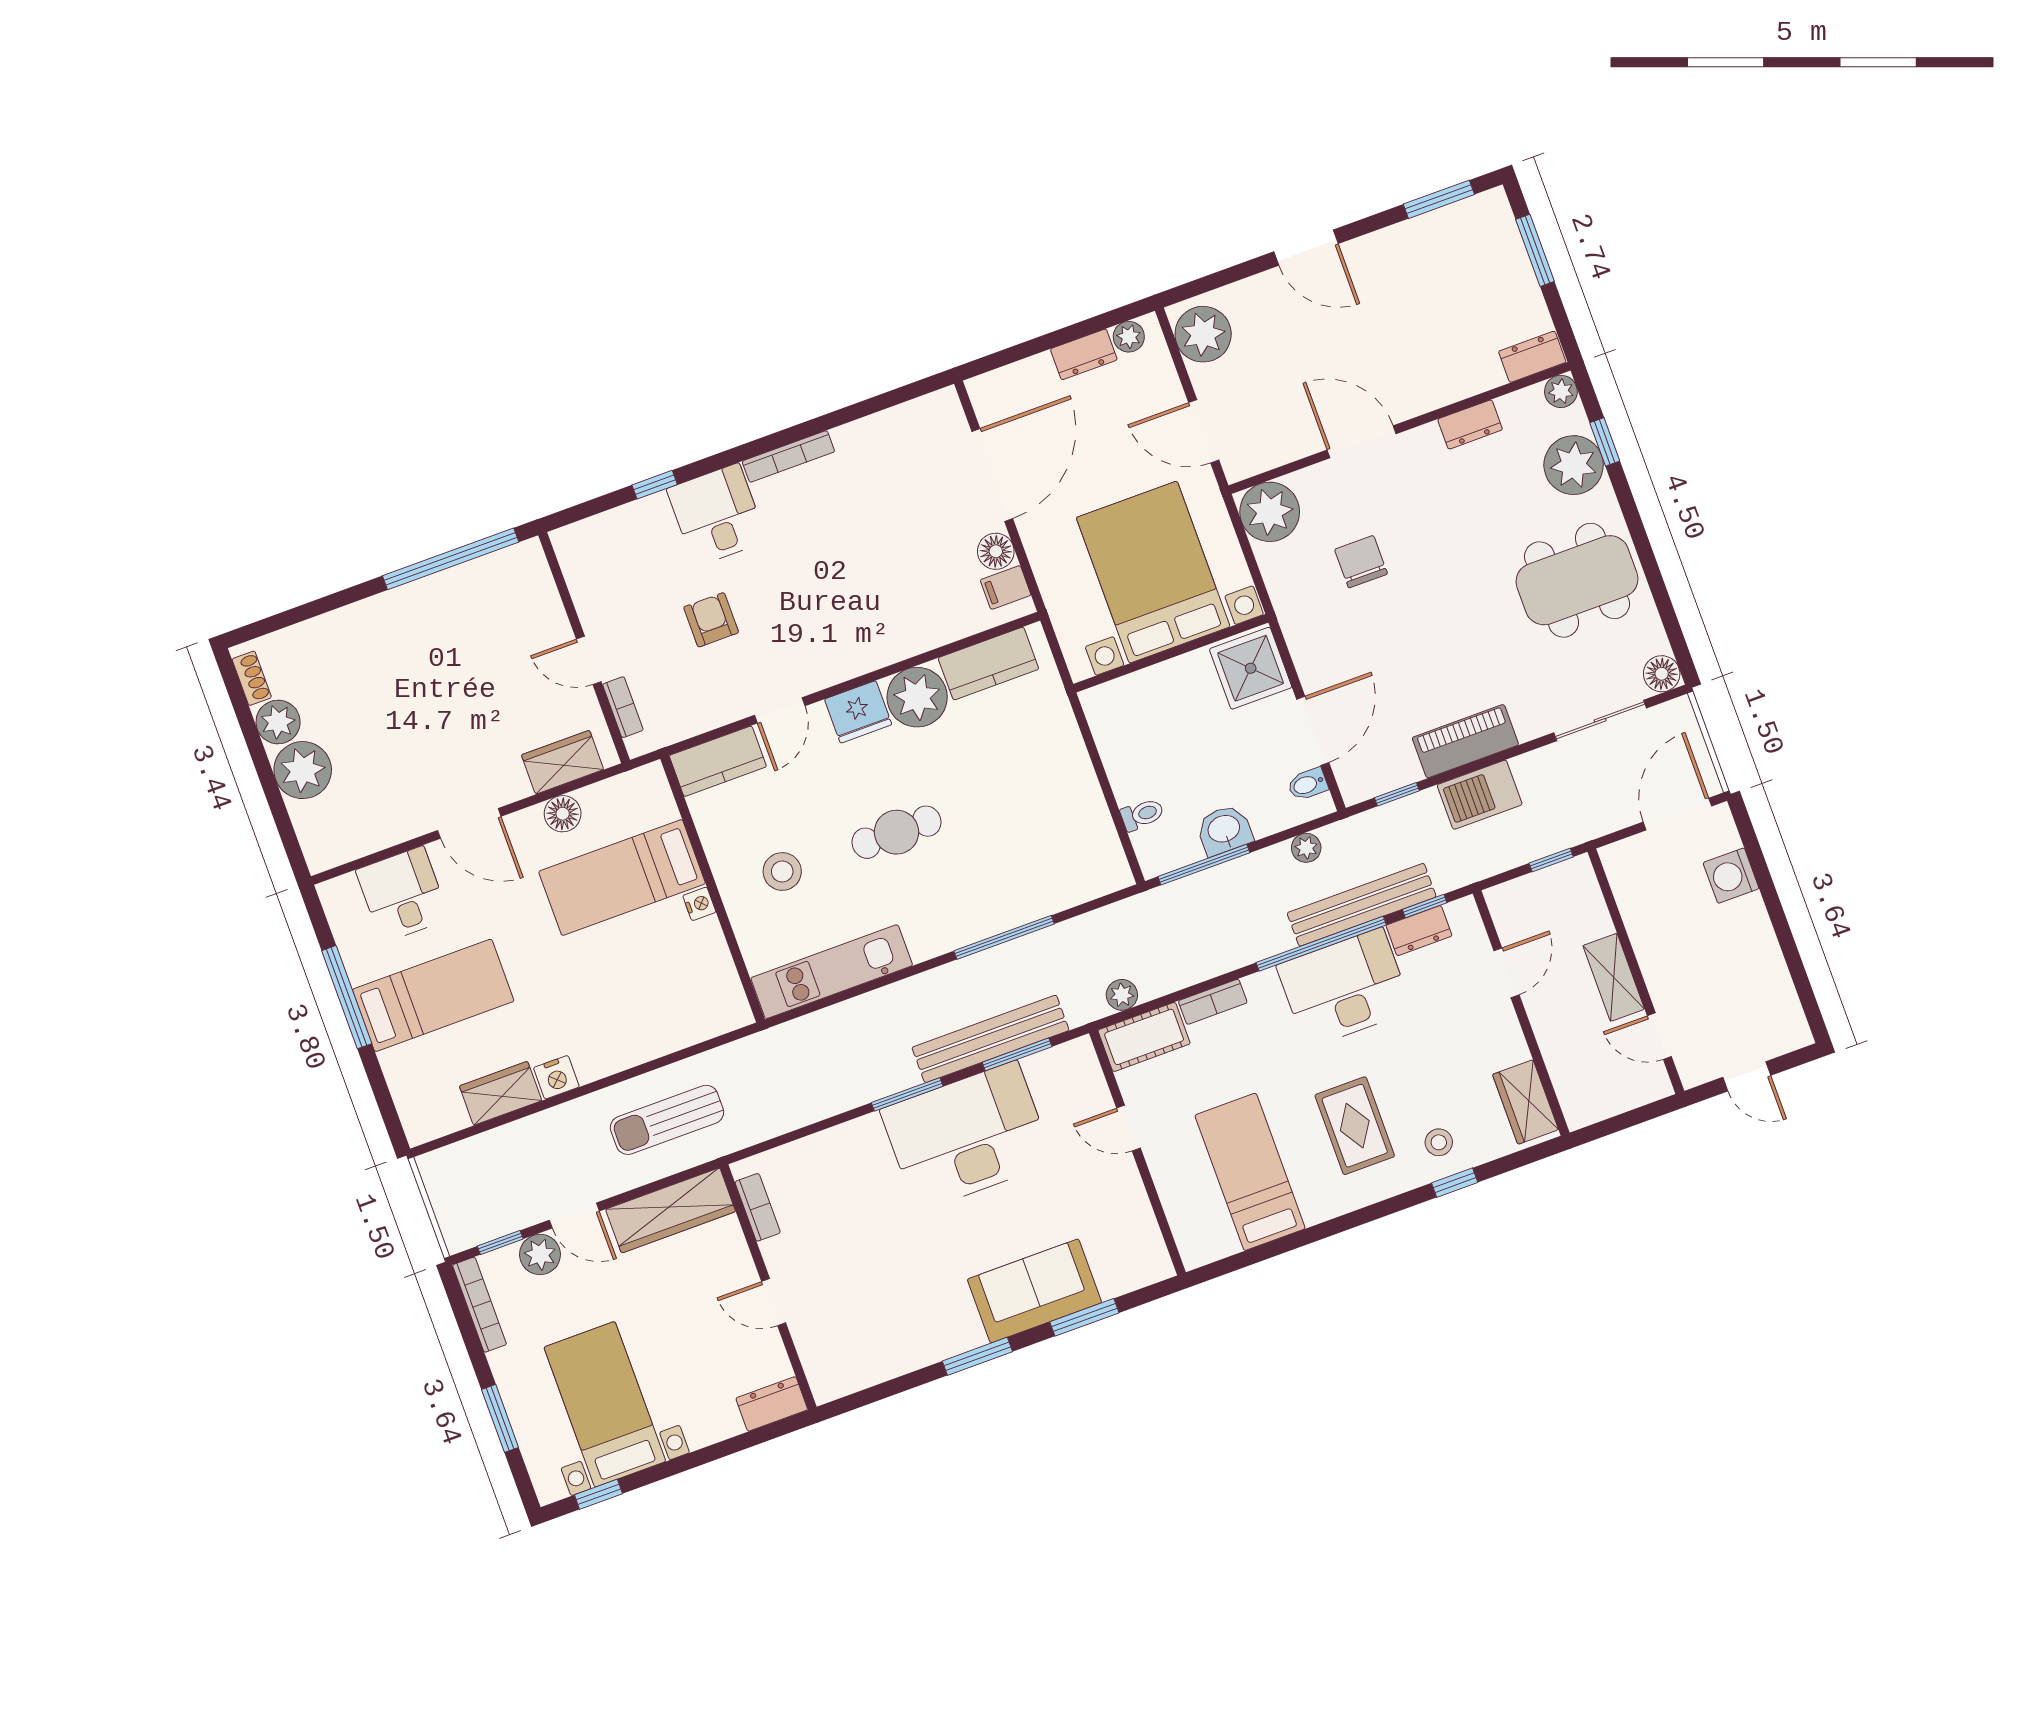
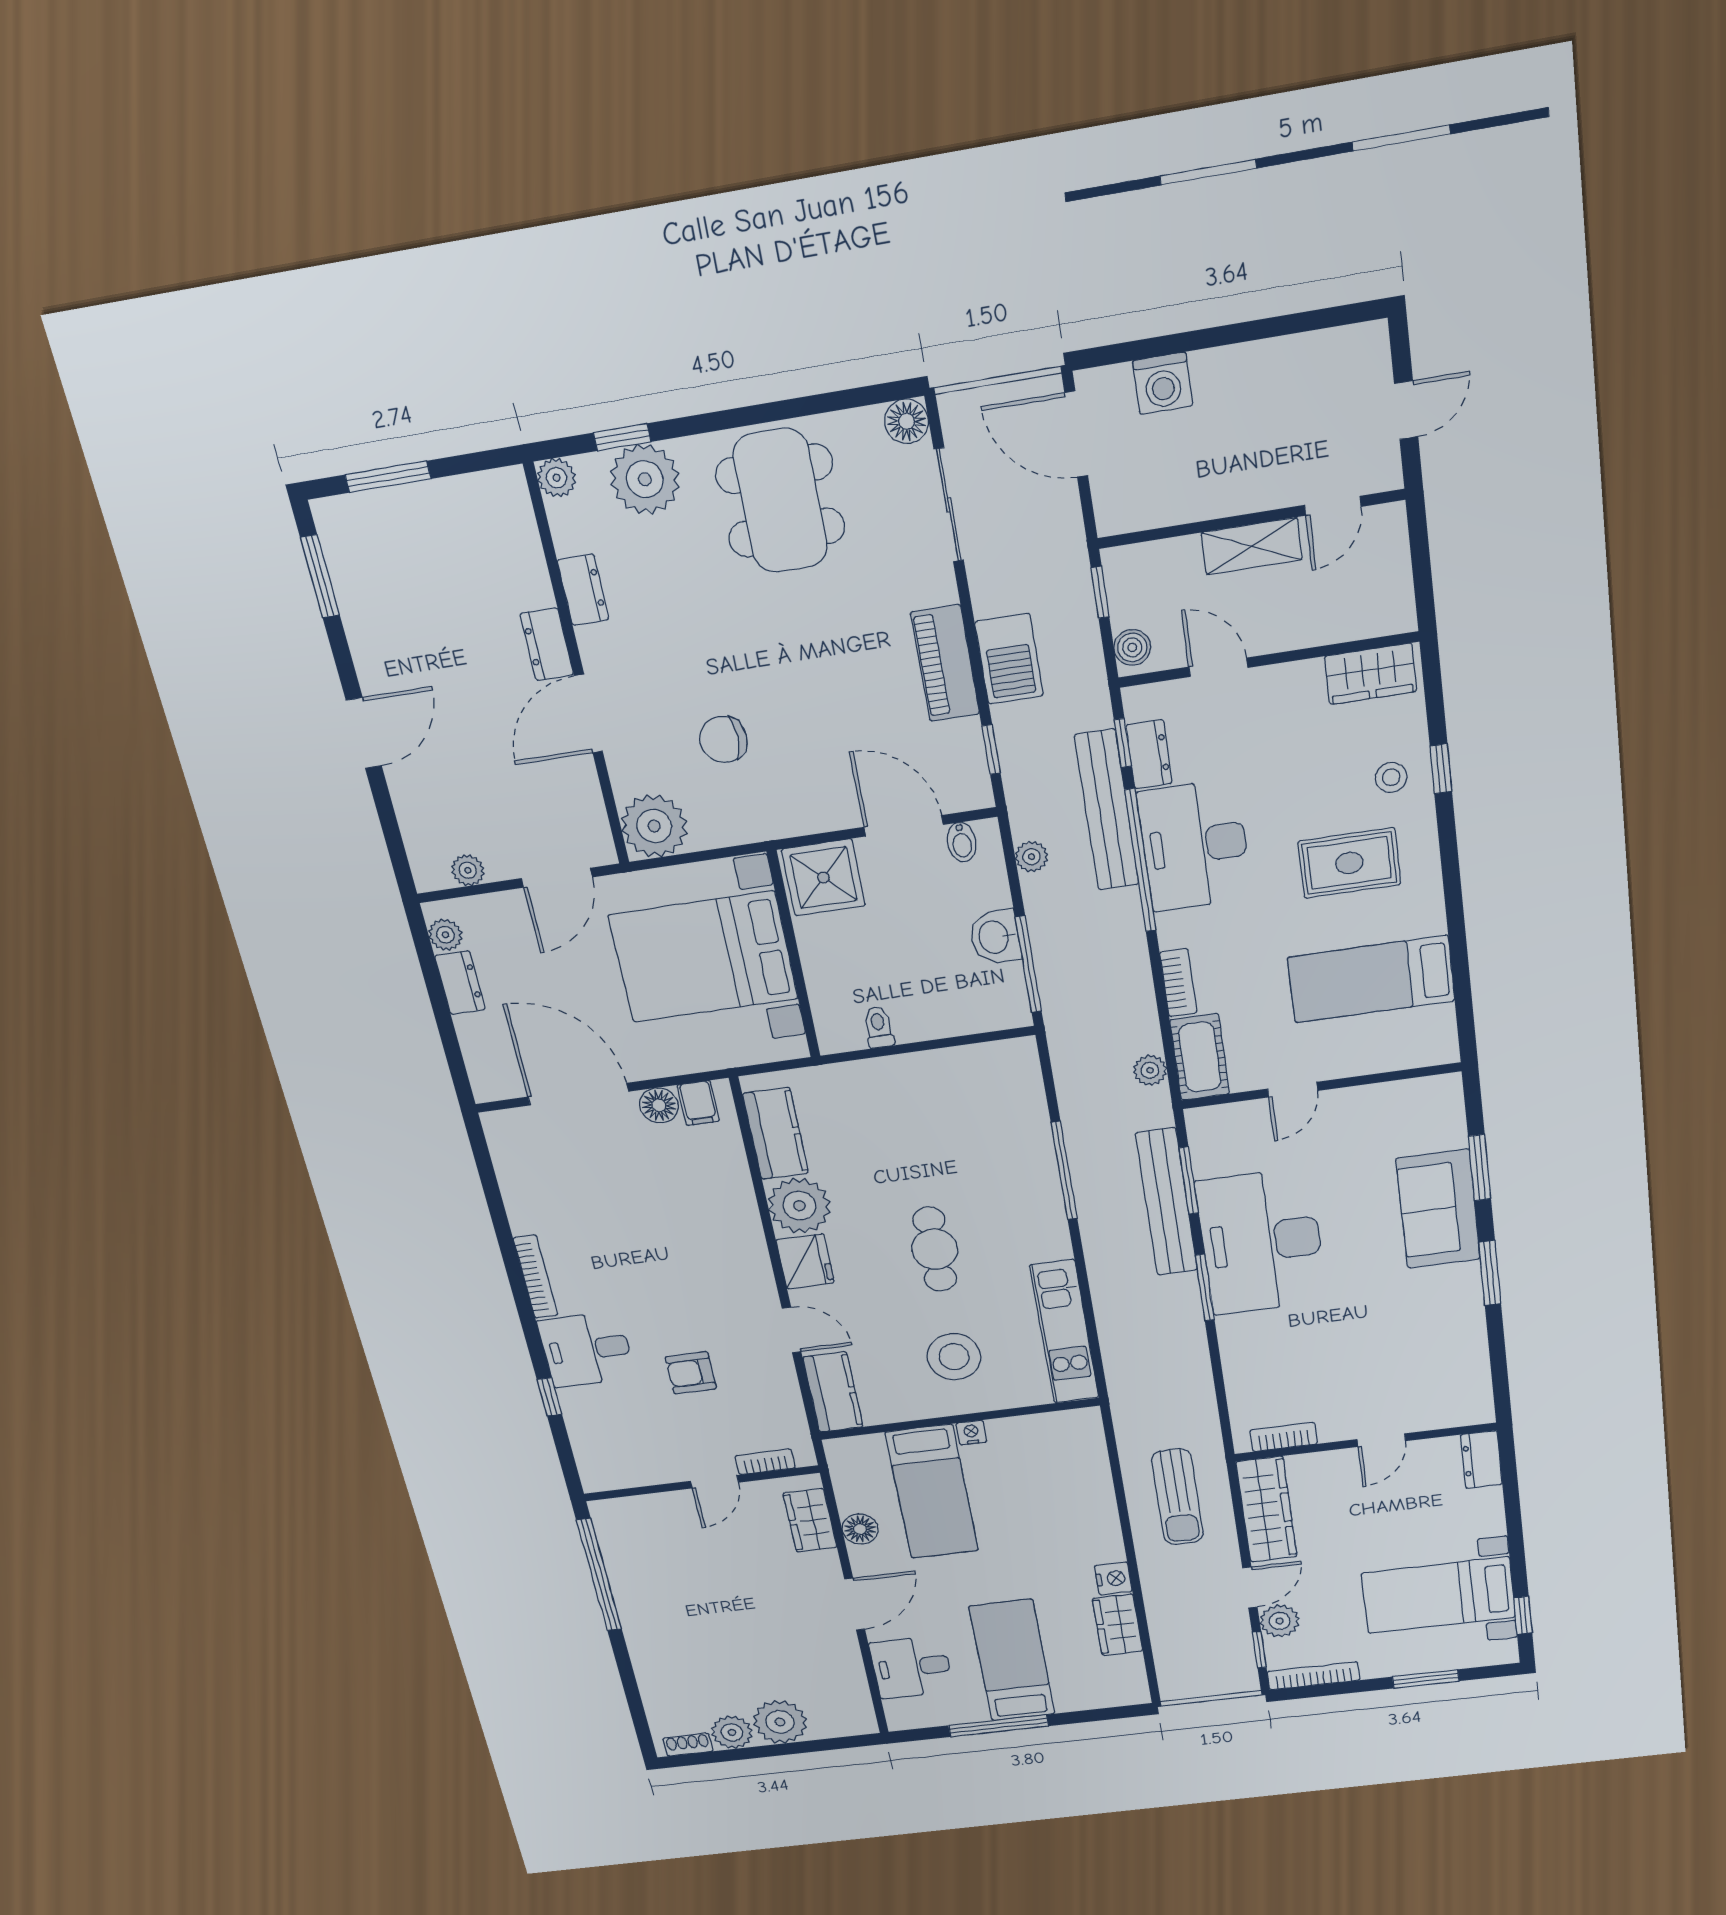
plant: (1203, 334) -> (468, 870), width x0.53, depth x0.53
dresser: (1532, 357) -> (547, 644), moved
toilet: (1142, 814) -> (879, 1027), moved
stool: (782, 871) -> (954, 1357), width x1.38, depth x1.38
boiler: (1510, 897) -> (1132, 647), added

